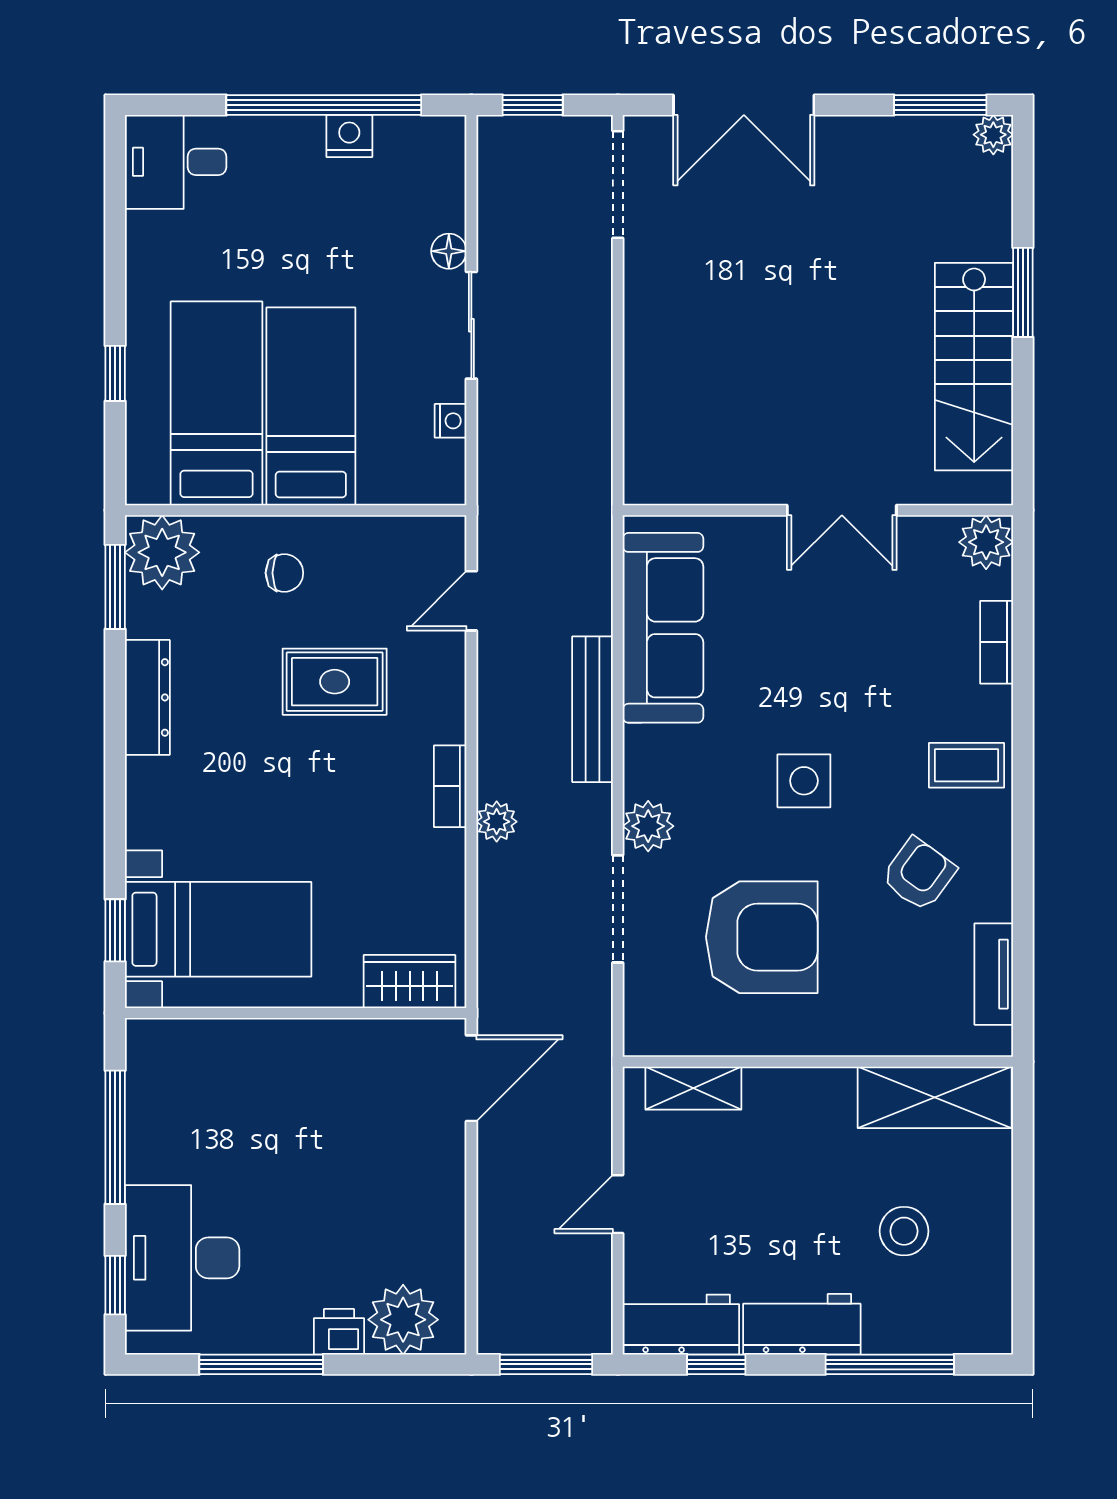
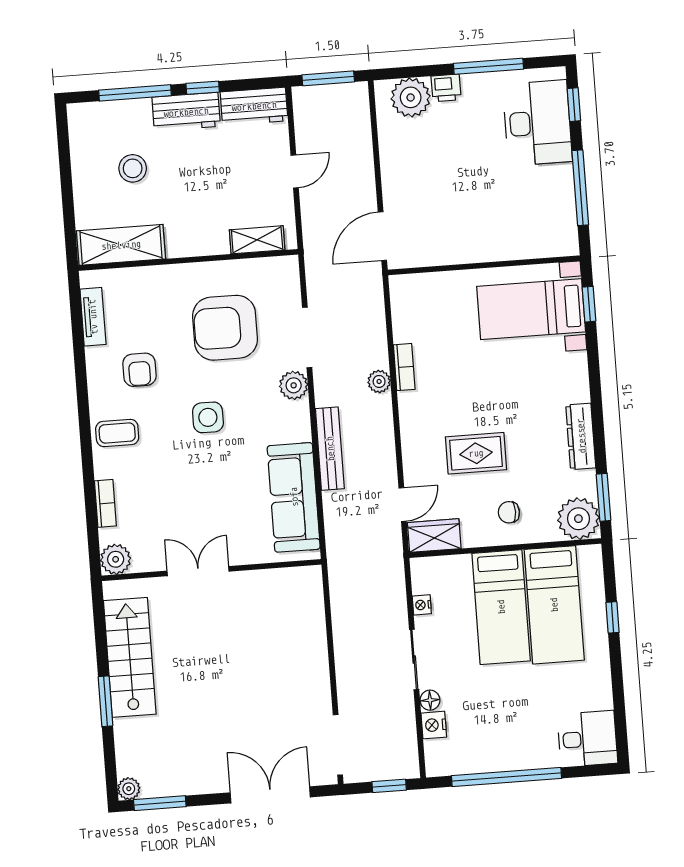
nightstand: (349, 136) -> (434, 725), moved, turned 90
bookcase: (450, 786) -> (404, 367), moved
armchair: (919, 874) -> (139, 370), turned -36
wardrobe: (410, 981) -> (434, 536), moved, turned 180
window: (716, 1364) -> (203, 88), moved

